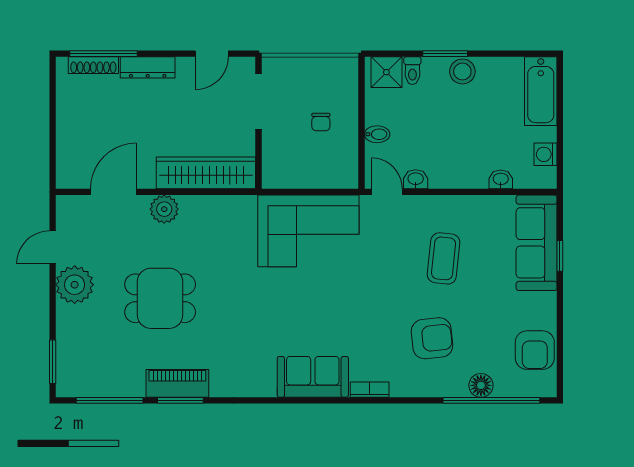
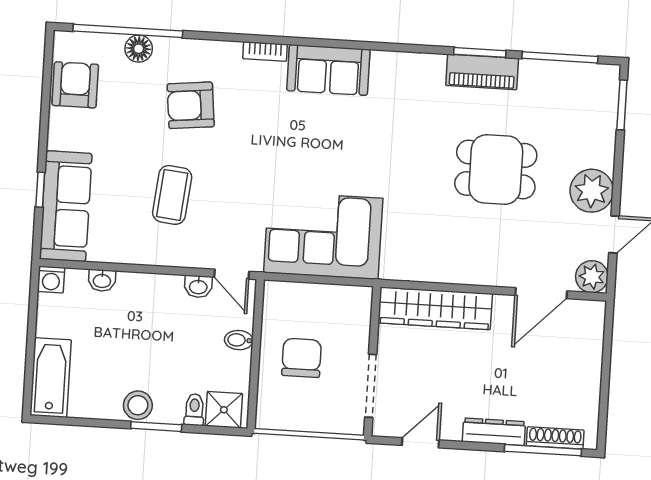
chair: (321, 122) -> (302, 358), width x1.87, depth x1.87
washing machine: (546, 154) -> (51, 279), moved, turned 90
plant: (164, 209) -> (592, 277), moved

